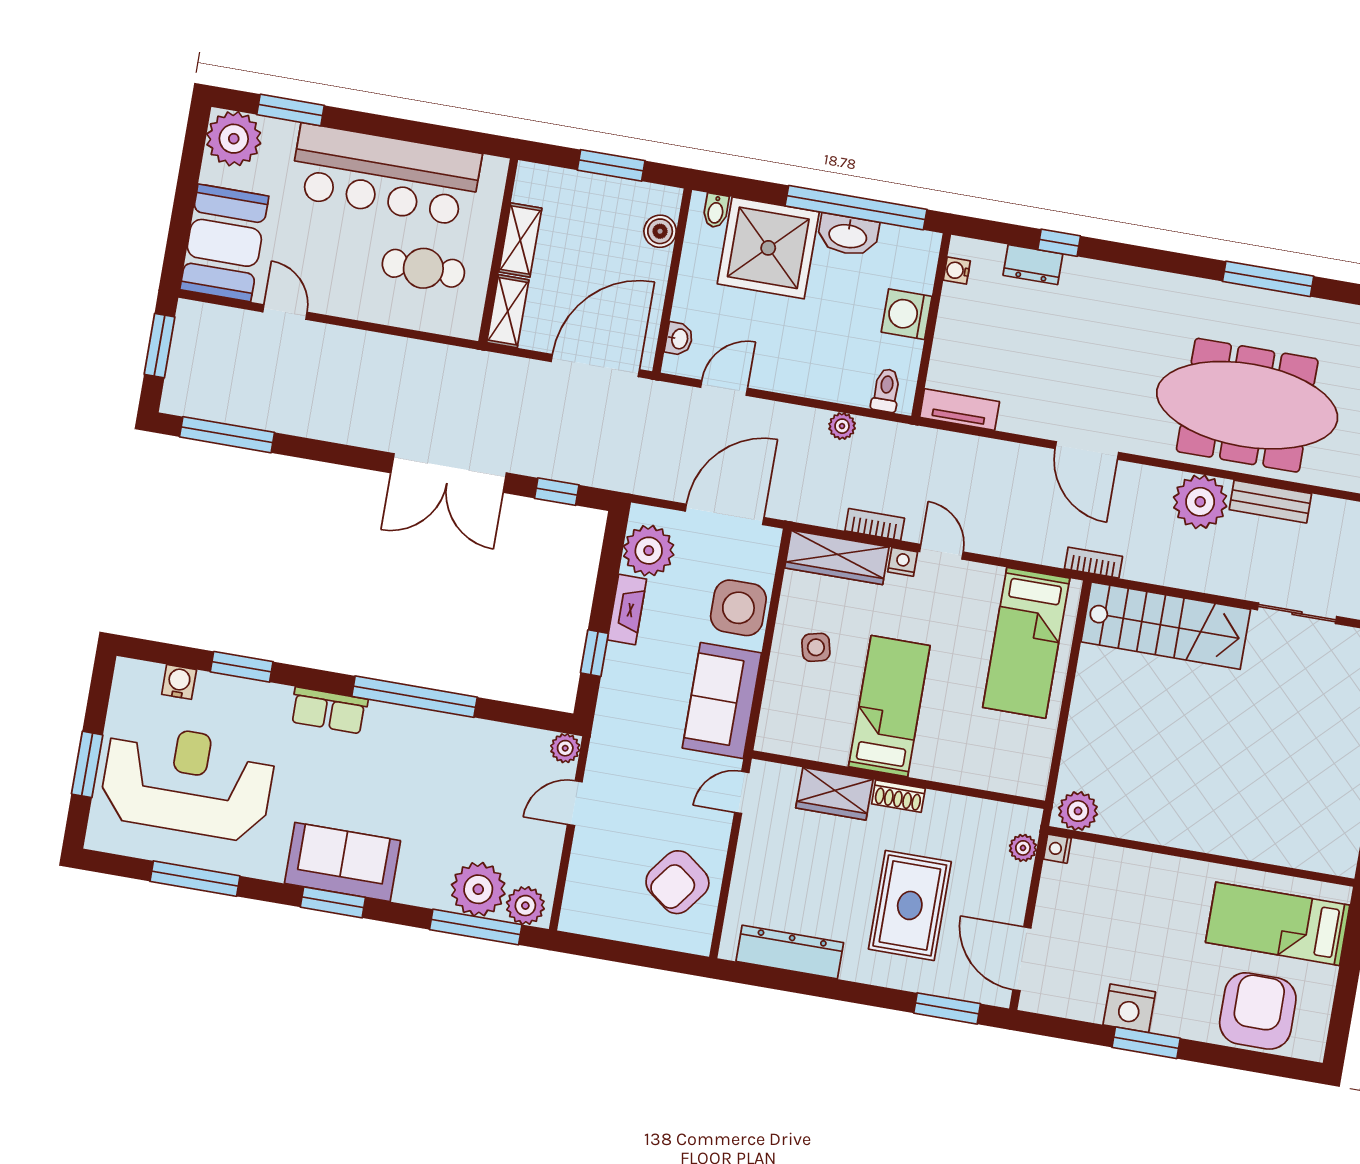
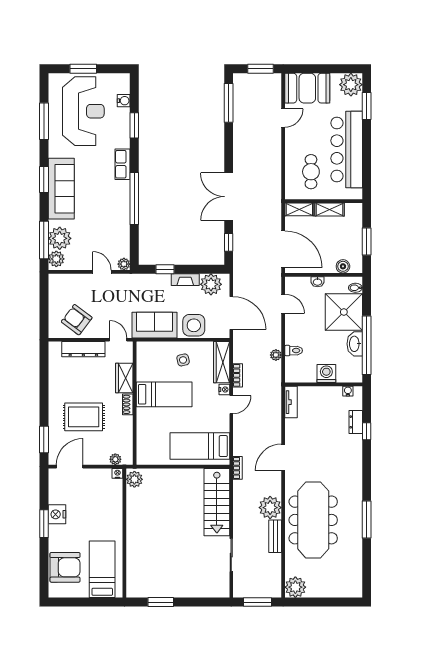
washbasin: (679, 339) -> (317, 282), moved
toilet: (886, 390) -> (294, 351), moved
sofa: (342, 862) -> (61, 189), width x1.36
dresser: (790, 952) -> (83, 349), moved, turned 90

